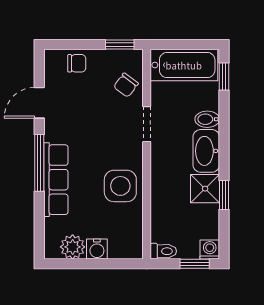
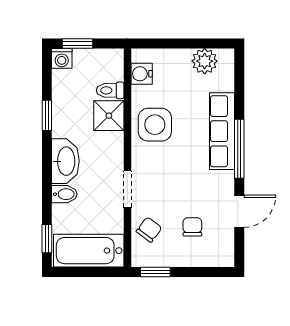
chair: (77, 63) -> (192, 227), moved, turned 90
shower: (205, 189) -> (109, 116), moved
water cooler: (97, 249) -> (142, 74), moved, turned -90
toilet: (163, 251) -> (110, 90), moved

